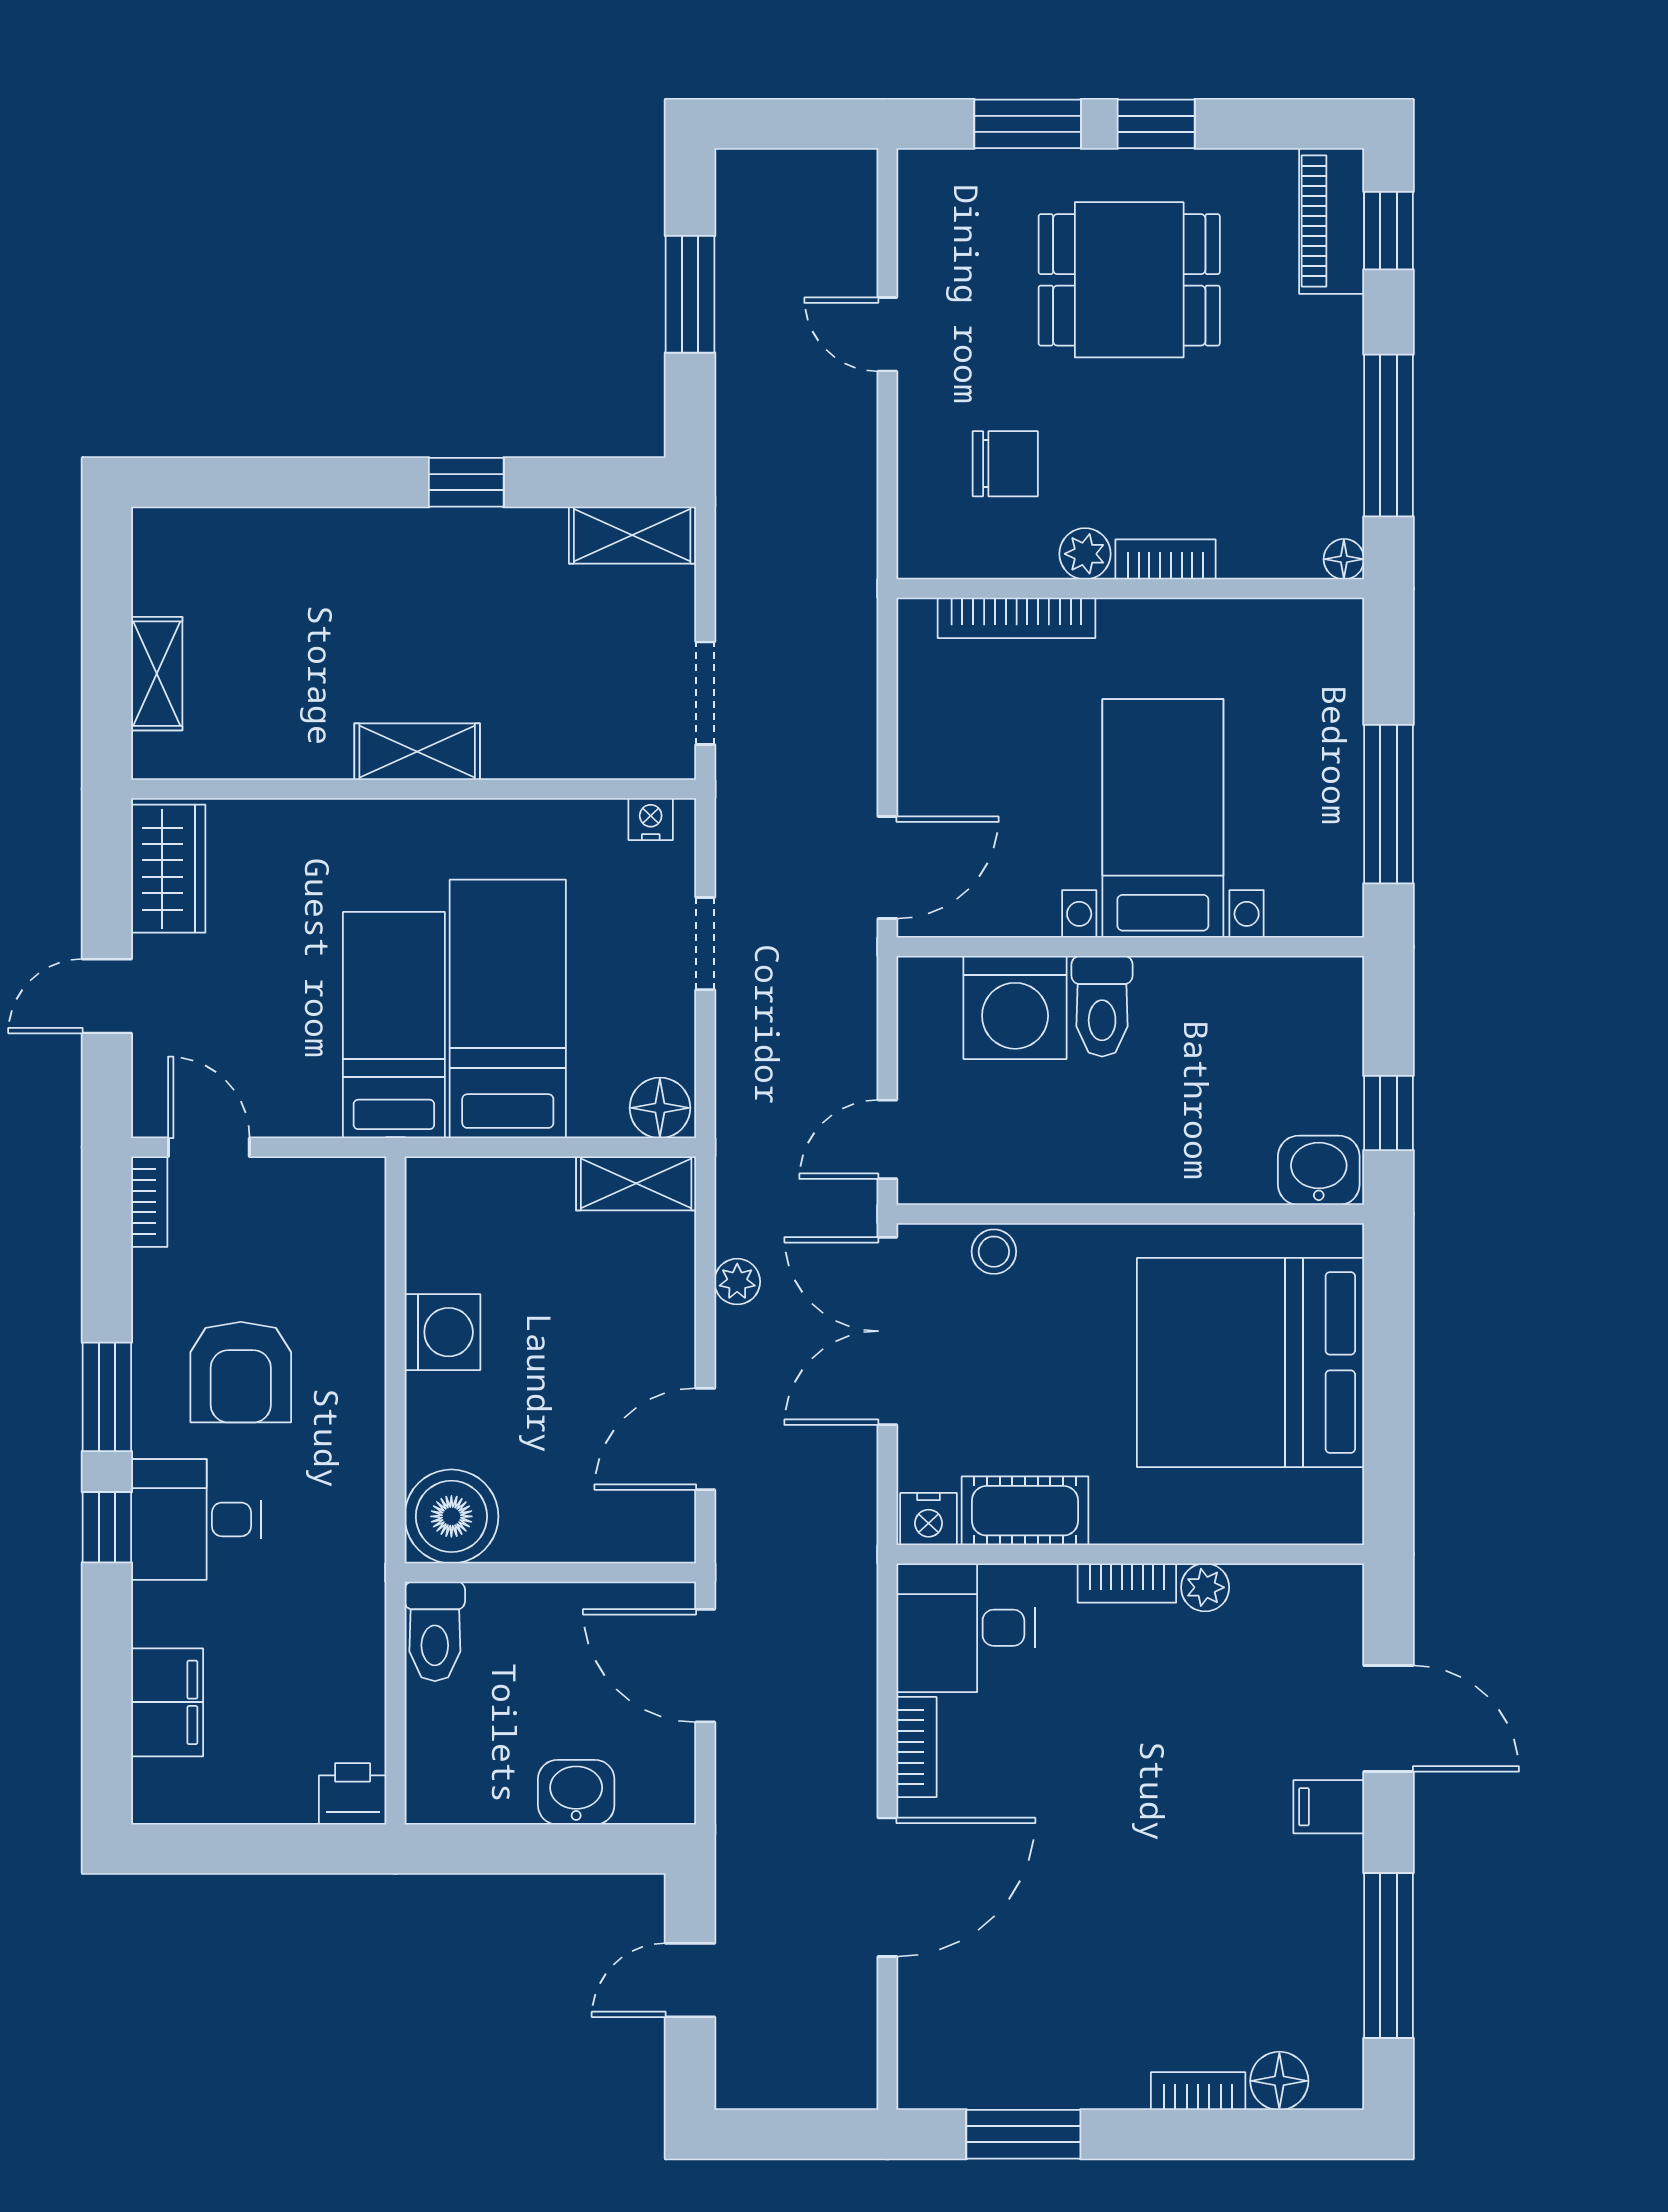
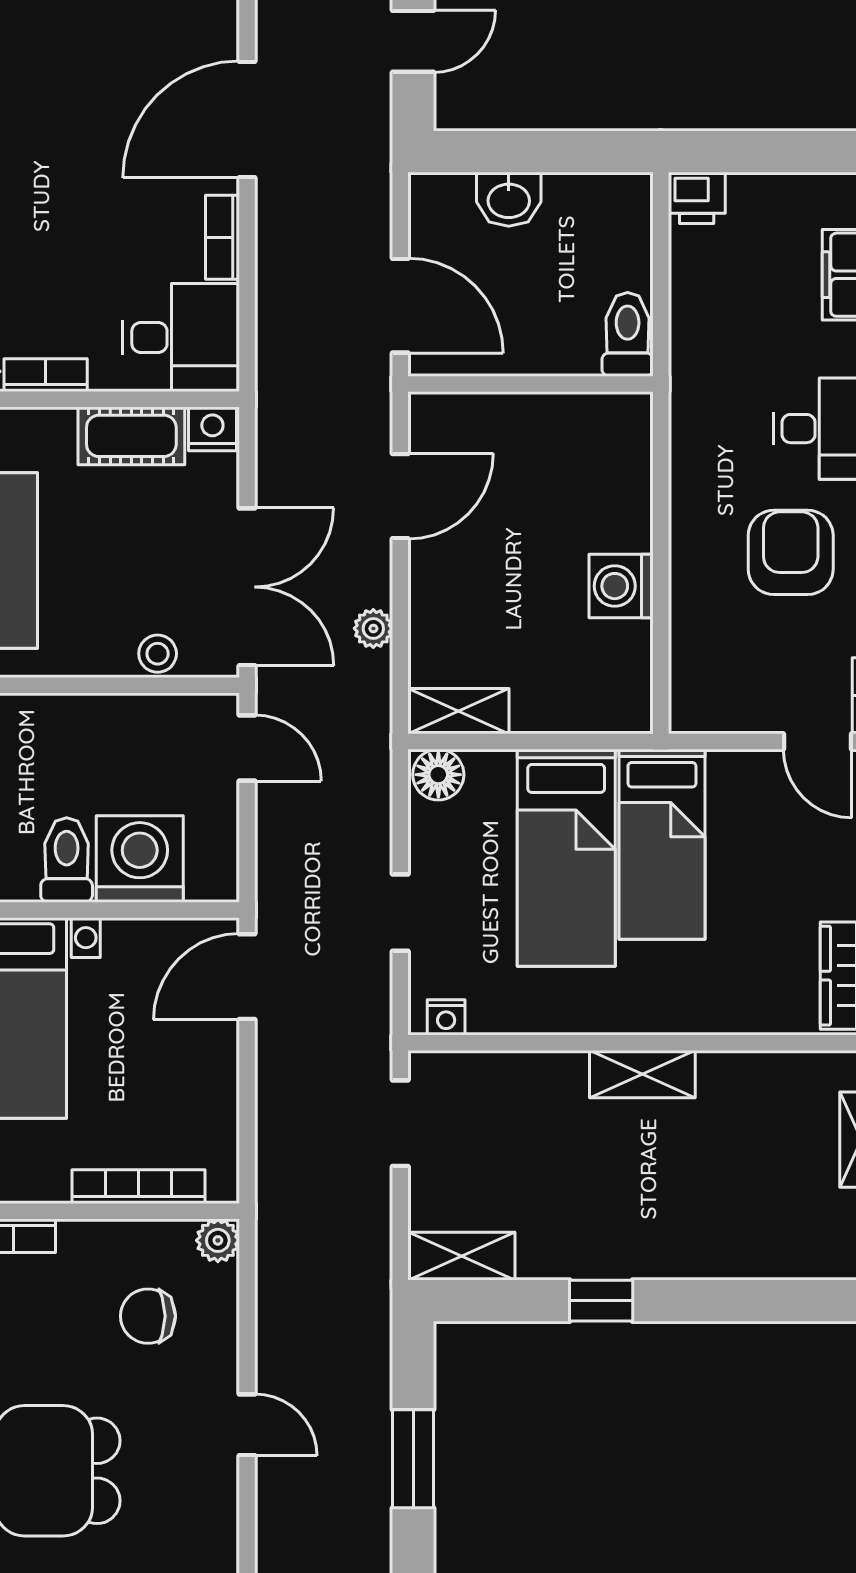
plant: (1085, 554) -> (218, 1240), moved
door: (887, 1139) -> (247, 748), hinge flipped
boiler: (451, 1516) -> (614, 431), removed

